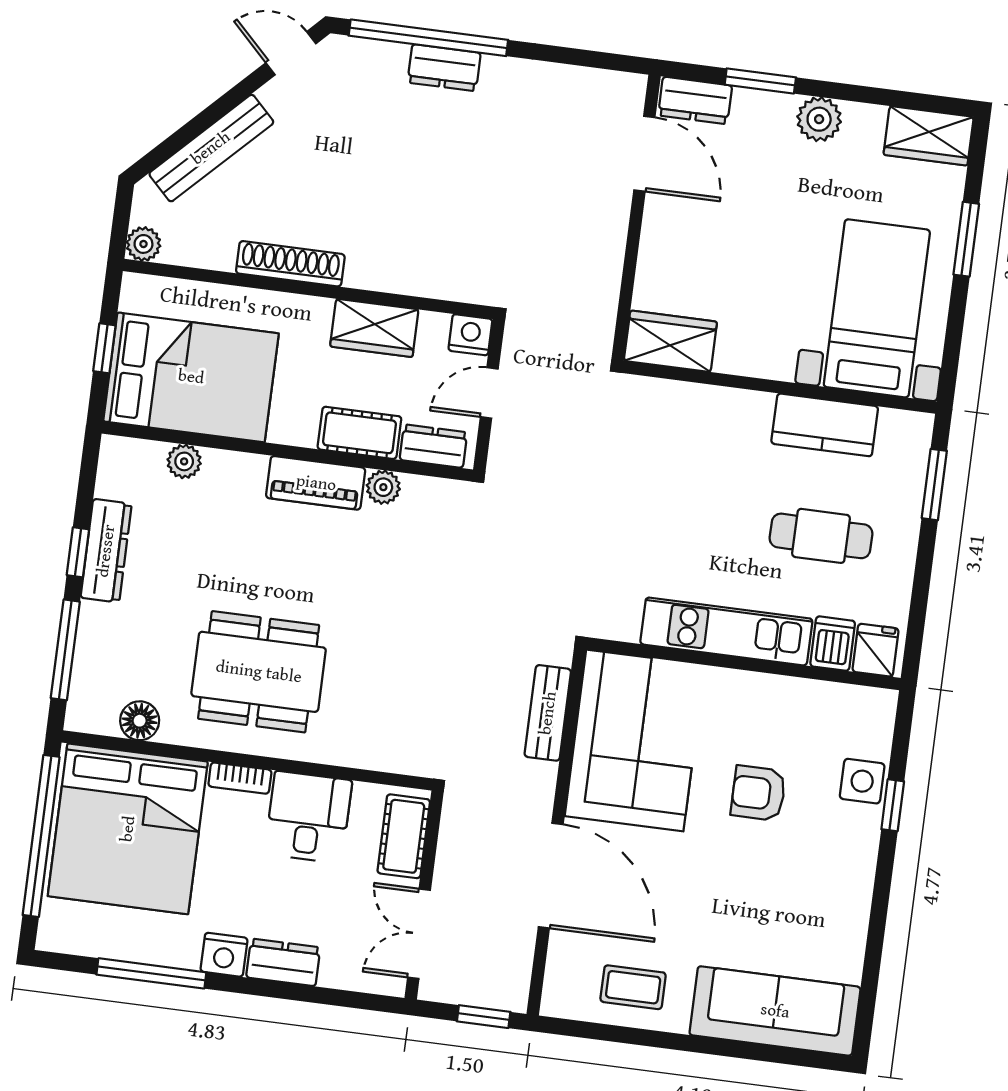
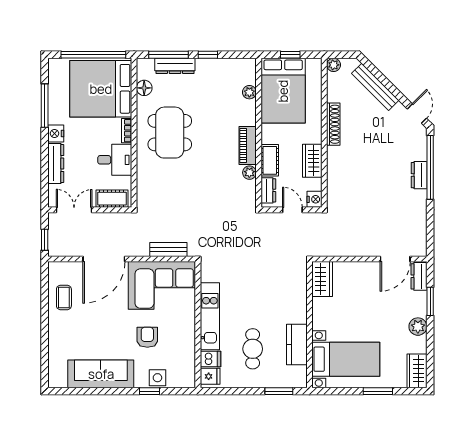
dresser: (106, 551) -> (175, 66), moved
dresser: (283, 962) -> (56, 164), width x1.44
sofa: (775, 1011) -> (101, 374), moved, turned -90

